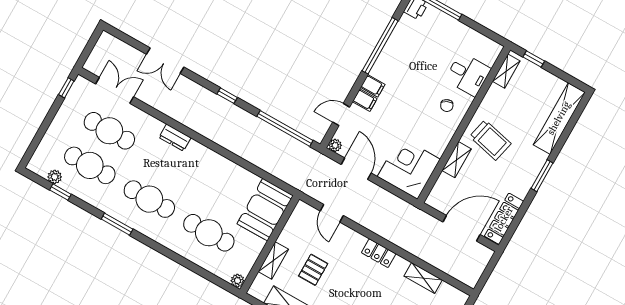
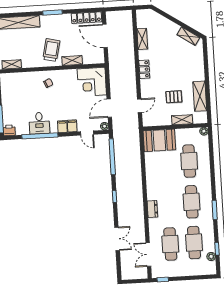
desk: (468, 74) -> (39, 123), moved, turned 180

